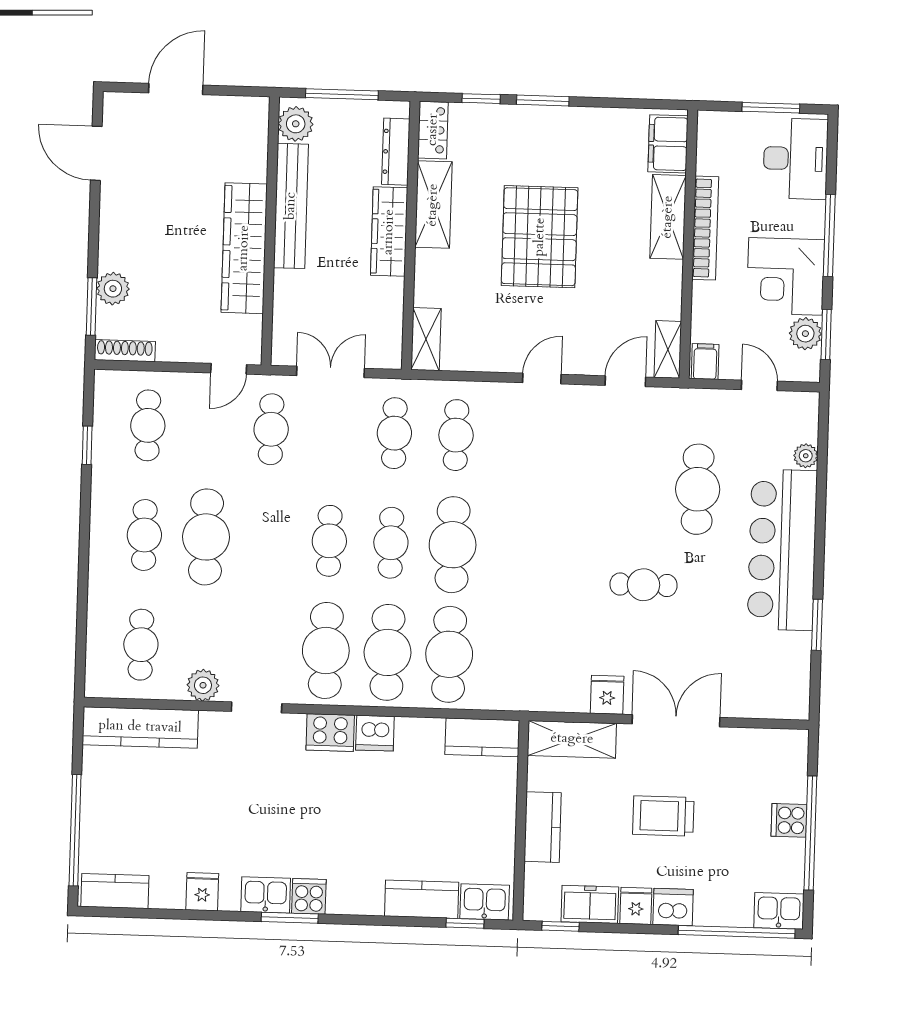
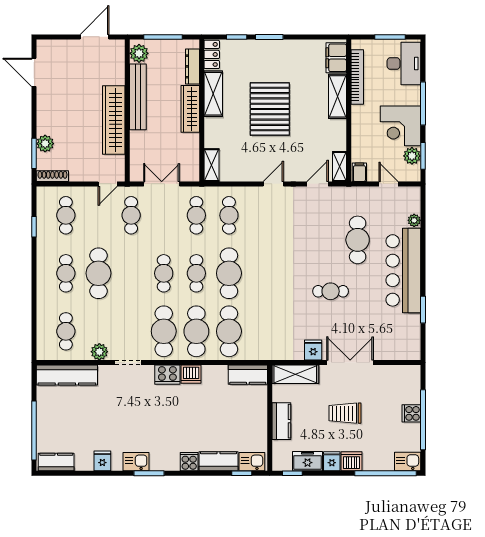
door: (176, 89) -> (95, 37), moved
bookcase: (705, 228) -> (357, 77), moved
cooker: (309, 896) -> (189, 462), moved

